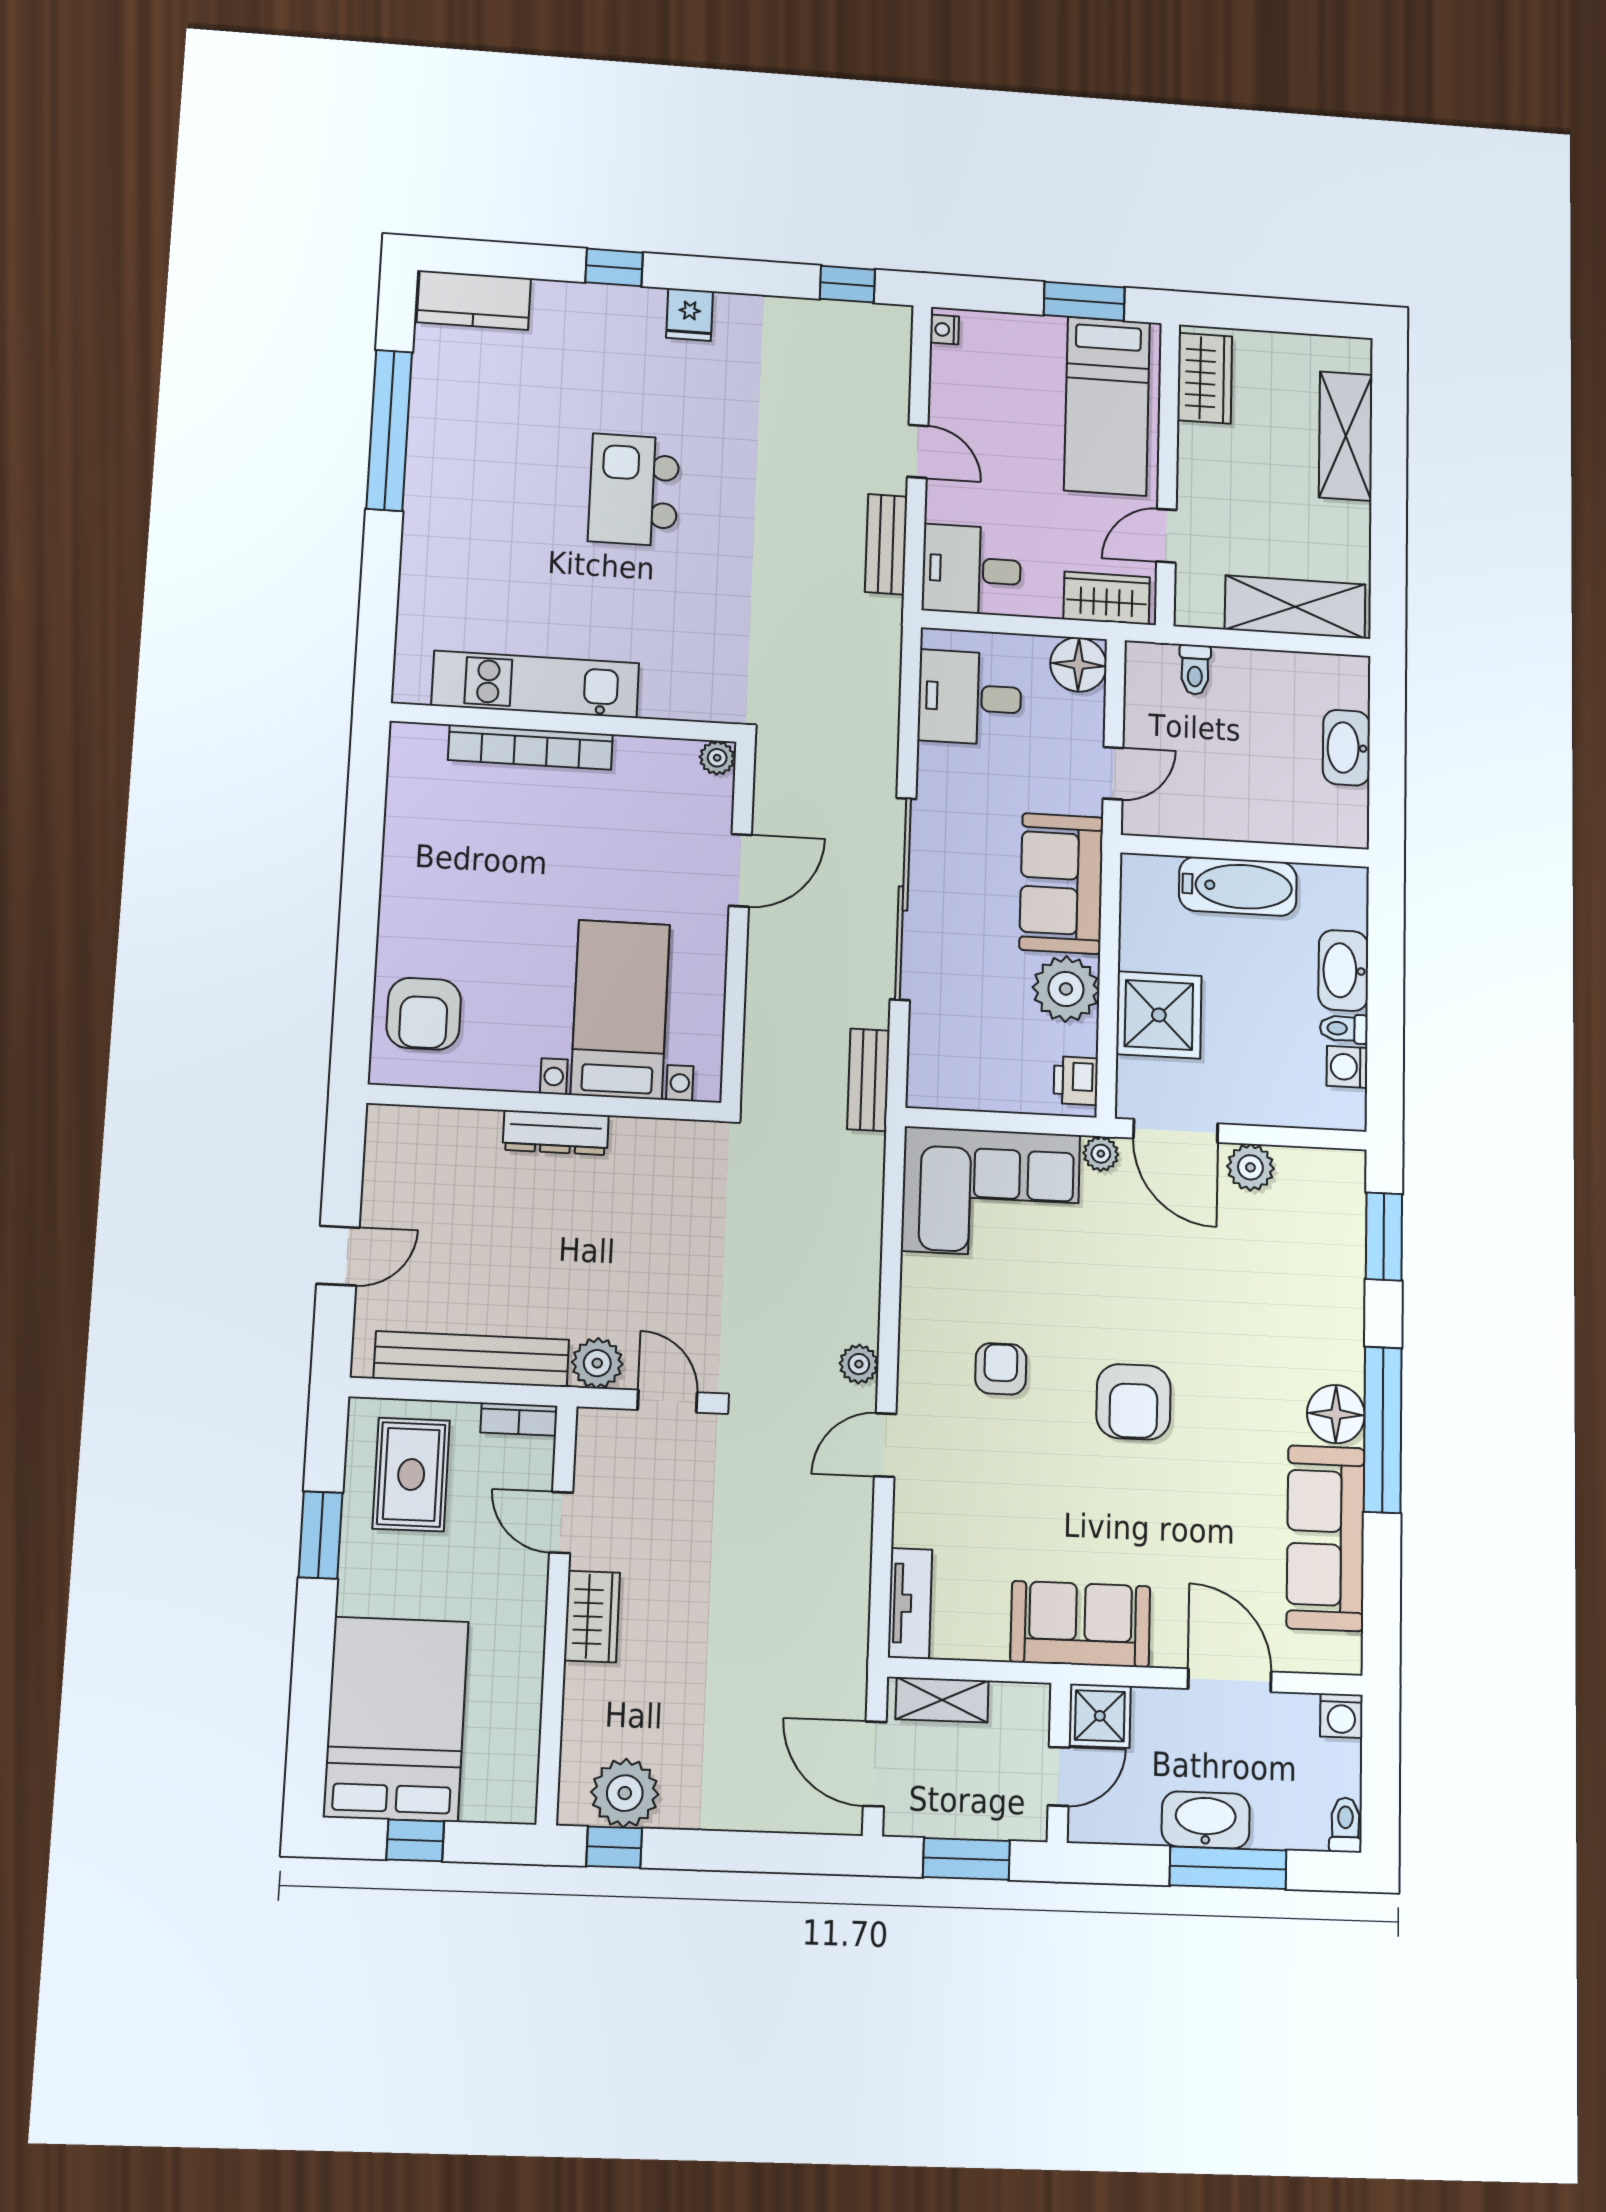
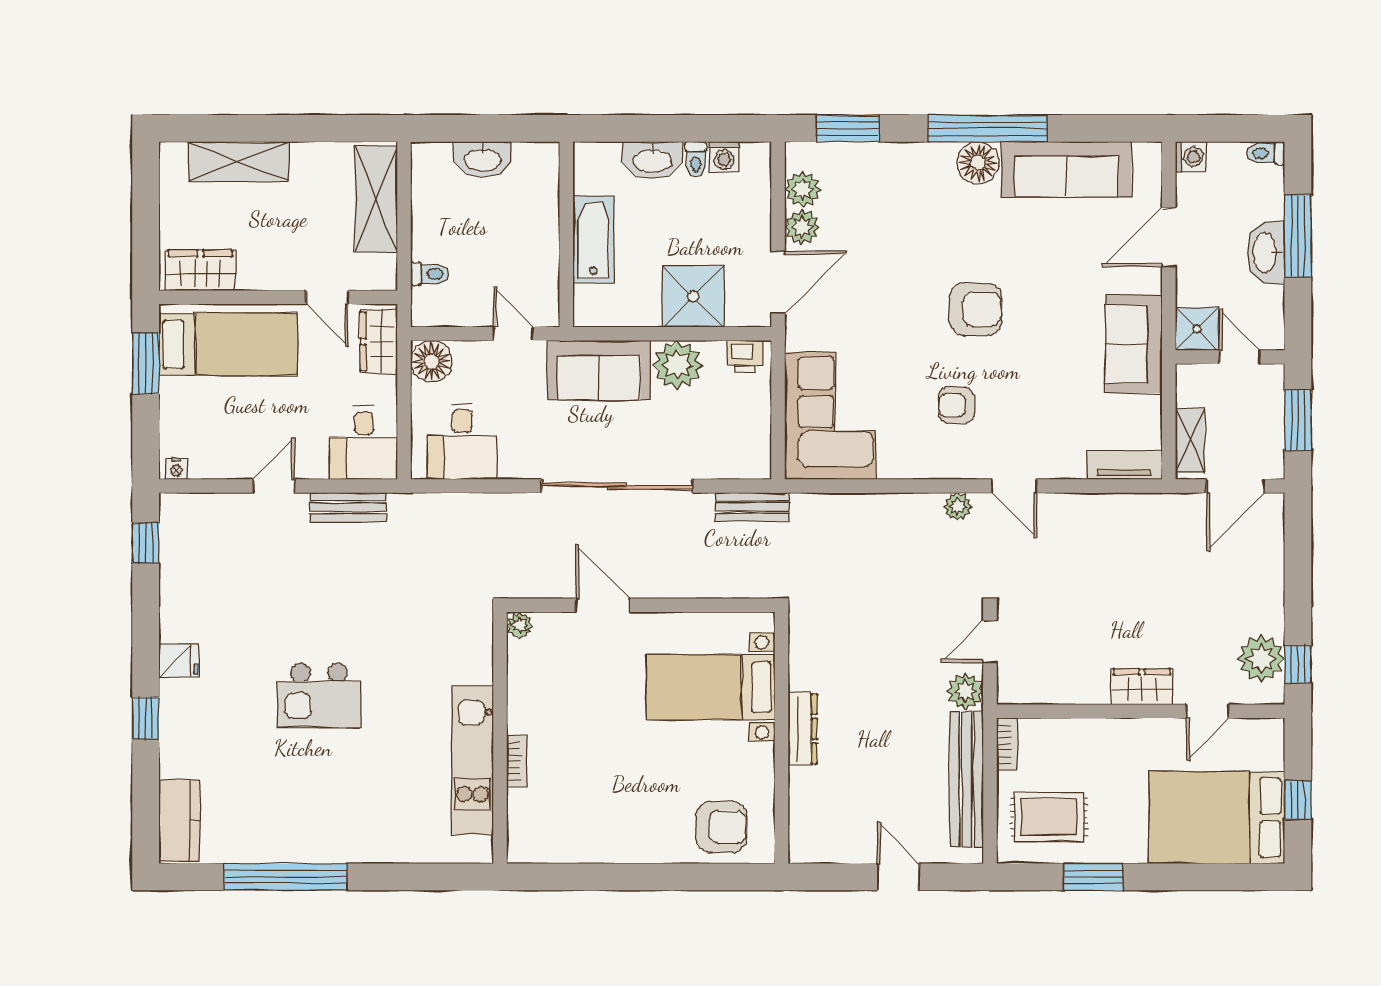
bookcase: (531, 747) -> (517, 761), width x0.43, depth x0.76
plant: (1101, 1154) -> (802, 189), moved, width x1.38, depth x1.38
door: (561, 1523) -> (1207, 711), moved

